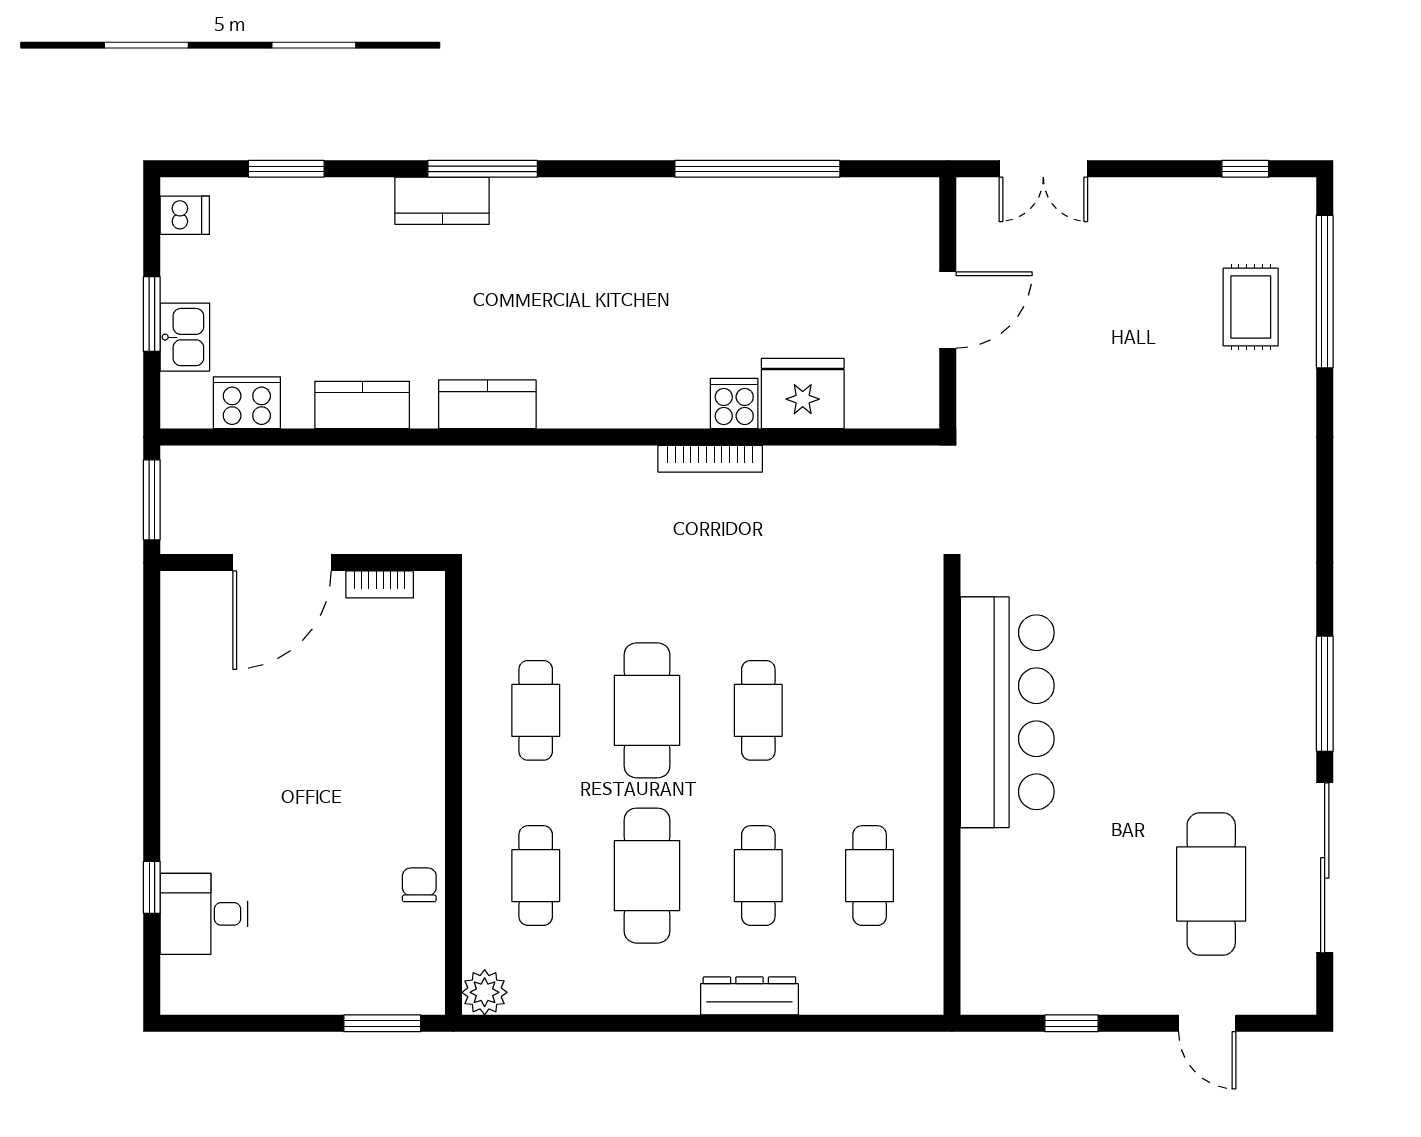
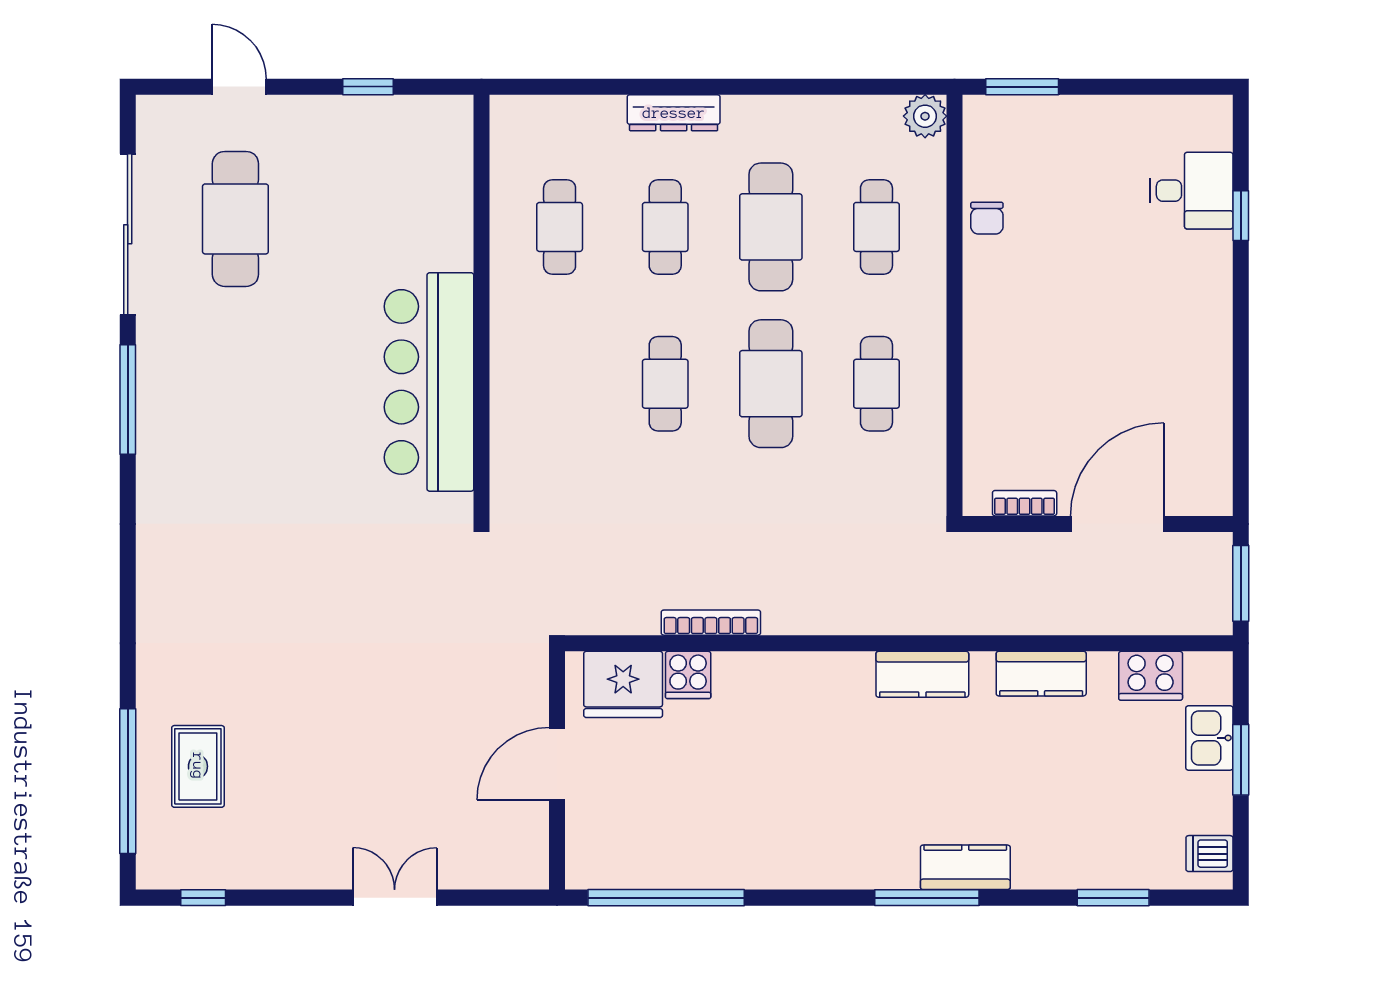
wall: (948, 303) -> (557, 770), moved
door: (948, 310) -> (557, 764), moved

